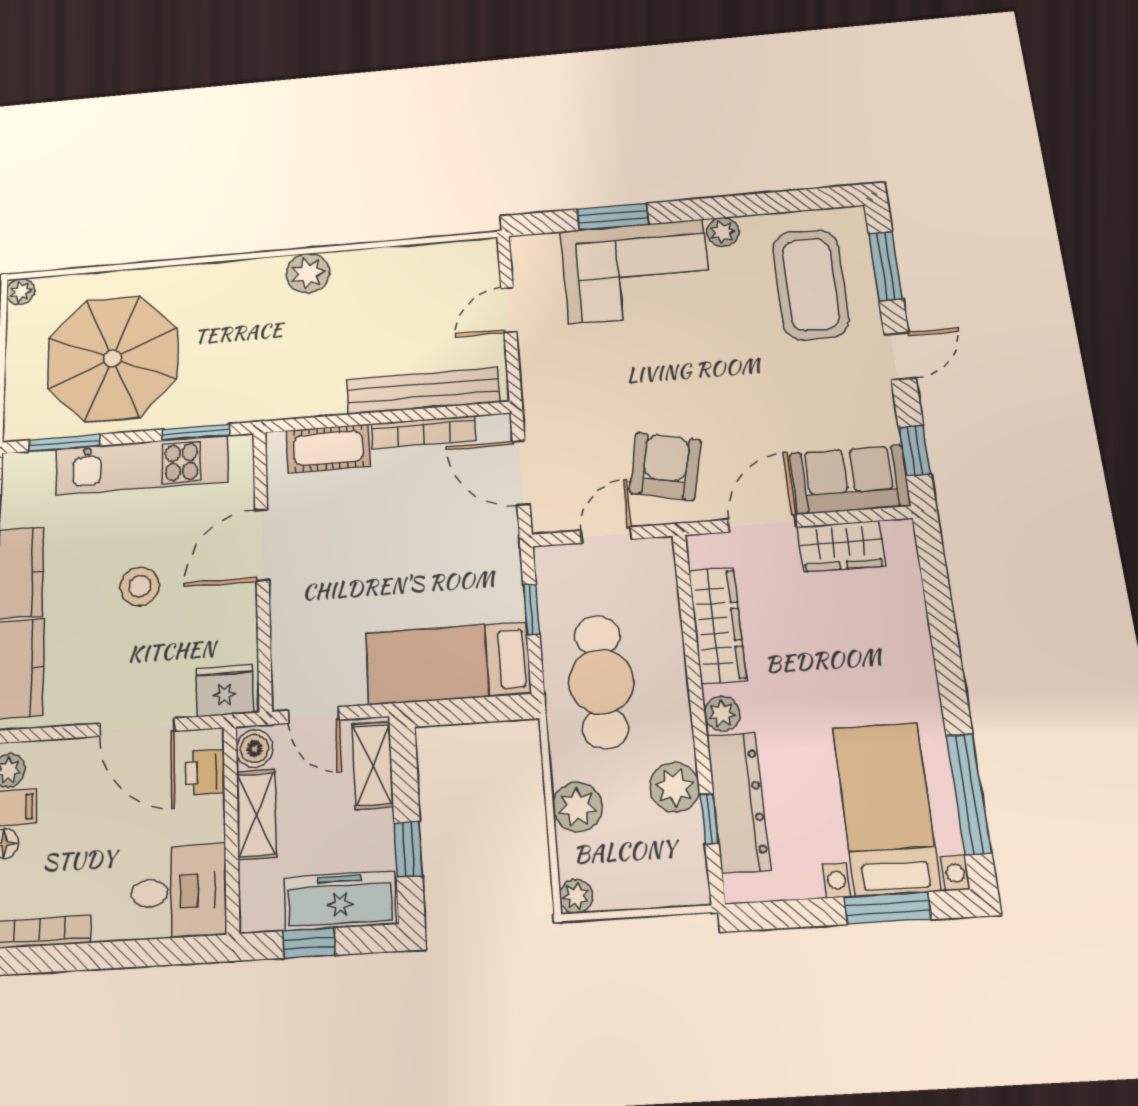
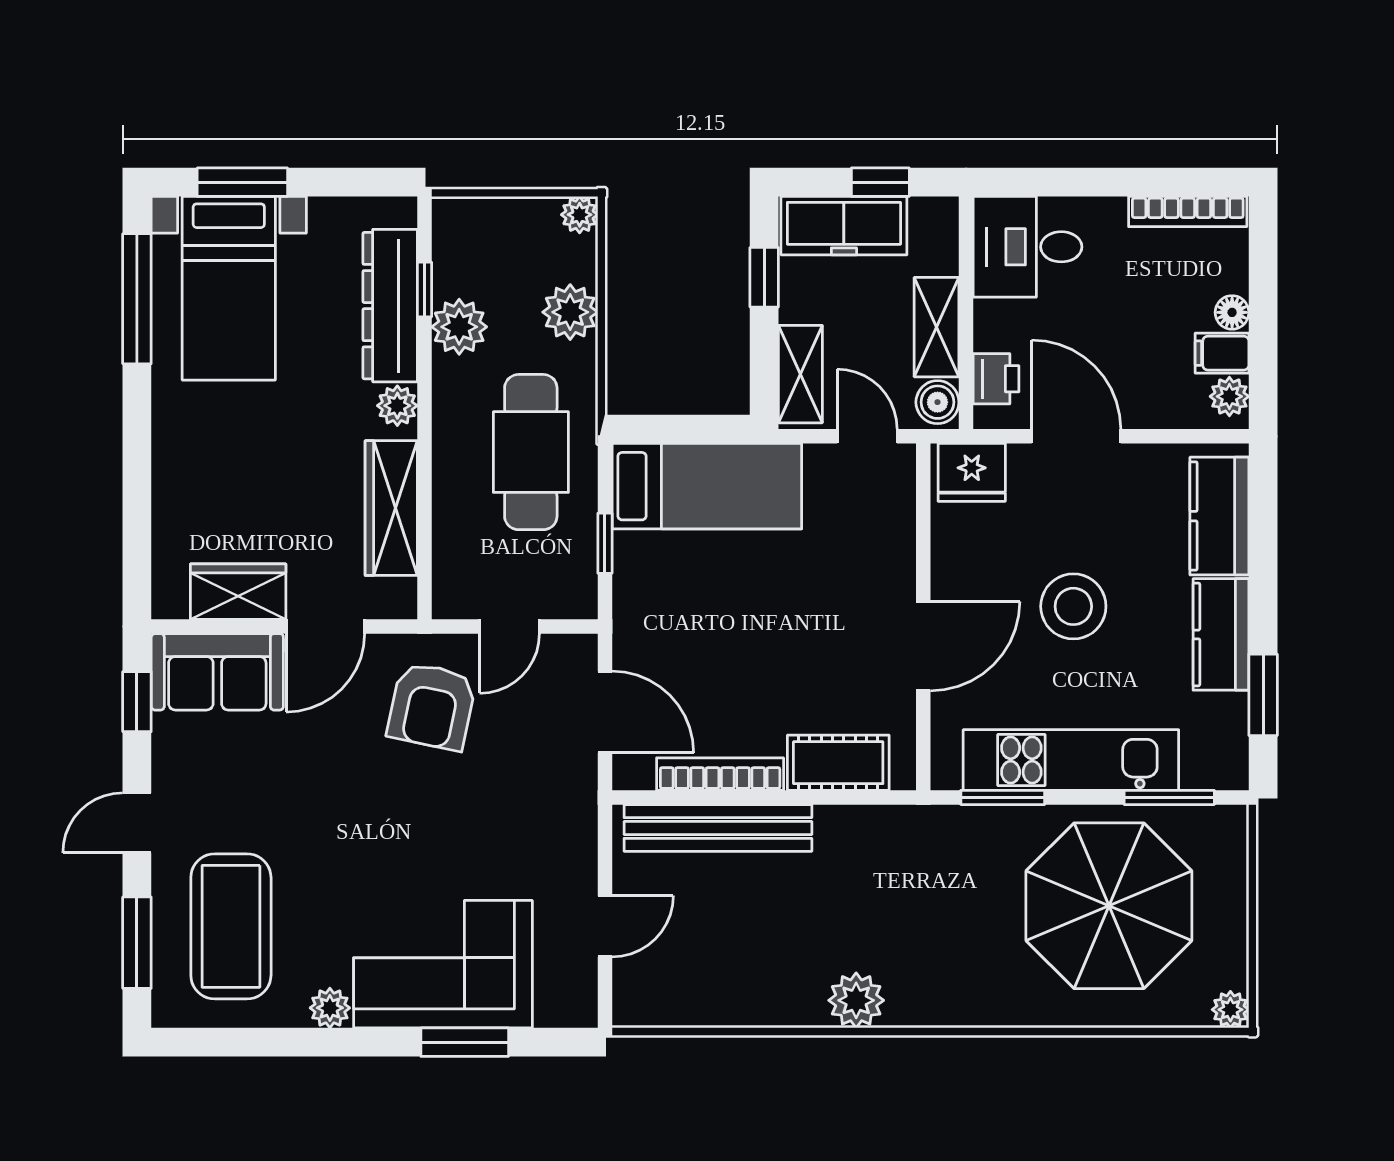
stool: (140, 586) -> (1073, 606), width x1.38, depth x1.38

